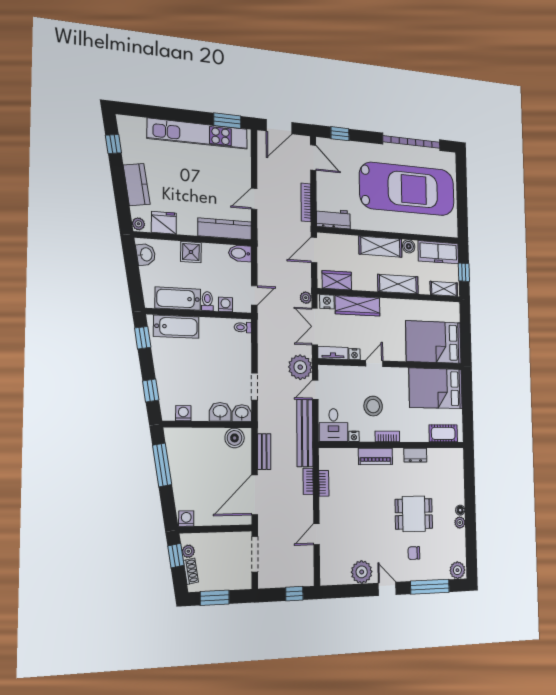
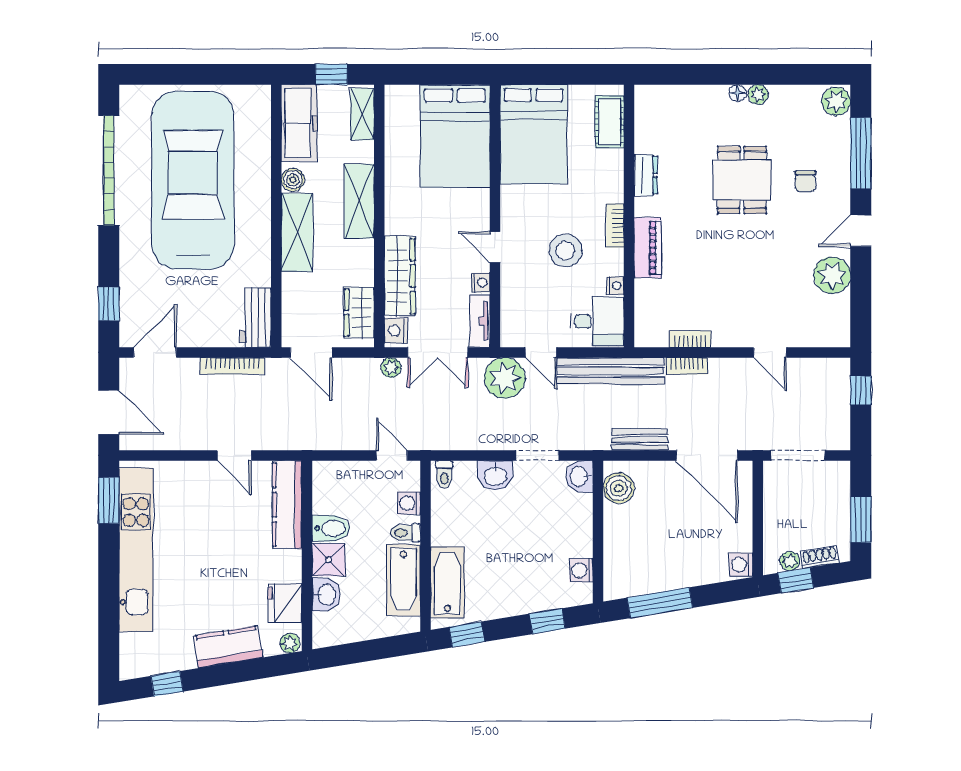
bidet: (240, 253) -> (331, 528), moved, turned -90
washbasin: (146, 254) -> (326, 595), moved, turned 99
washbasin: (220, 412) -> (495, 475), moved, turned -90

